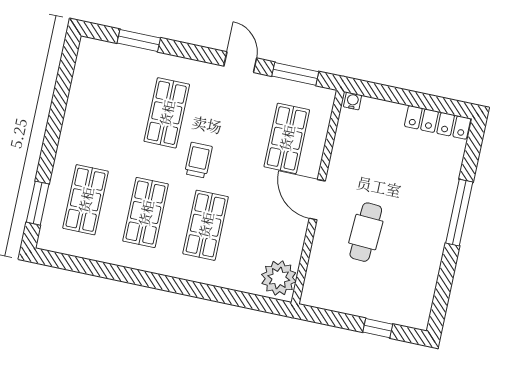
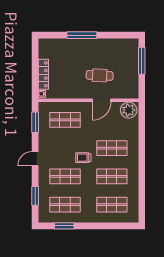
door: (240, 62) -> (35, 159), moved
shop shelf: (107, 100) -> (65, 205), added
locker: (438, 122) -> (43, 74), moved
door: (317, 200) -> (102, 100), moved
window: (38, 203) -> (64, 226), moved
window: (378, 328) -> (142, 61), width x2.17

